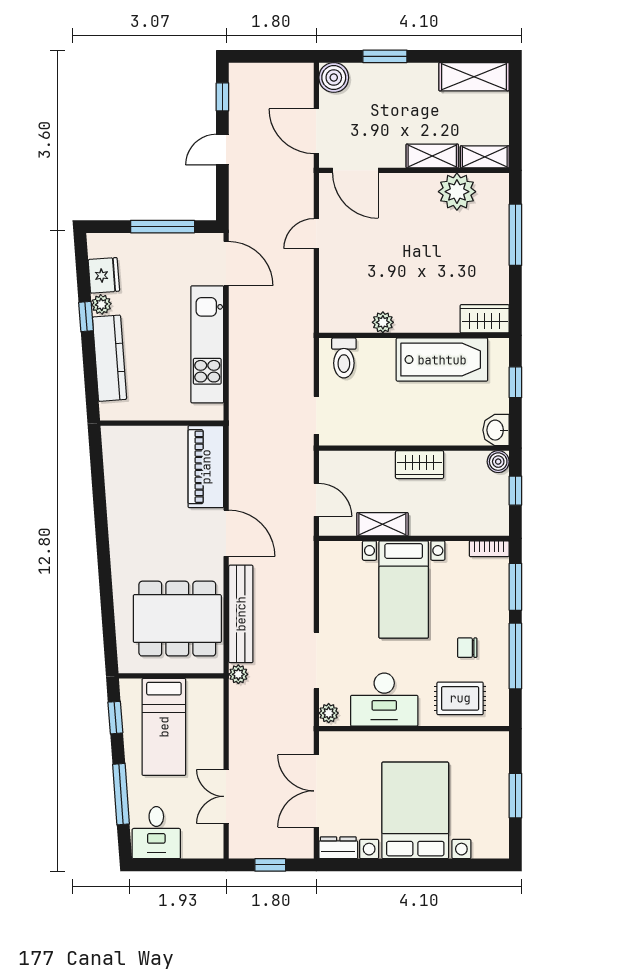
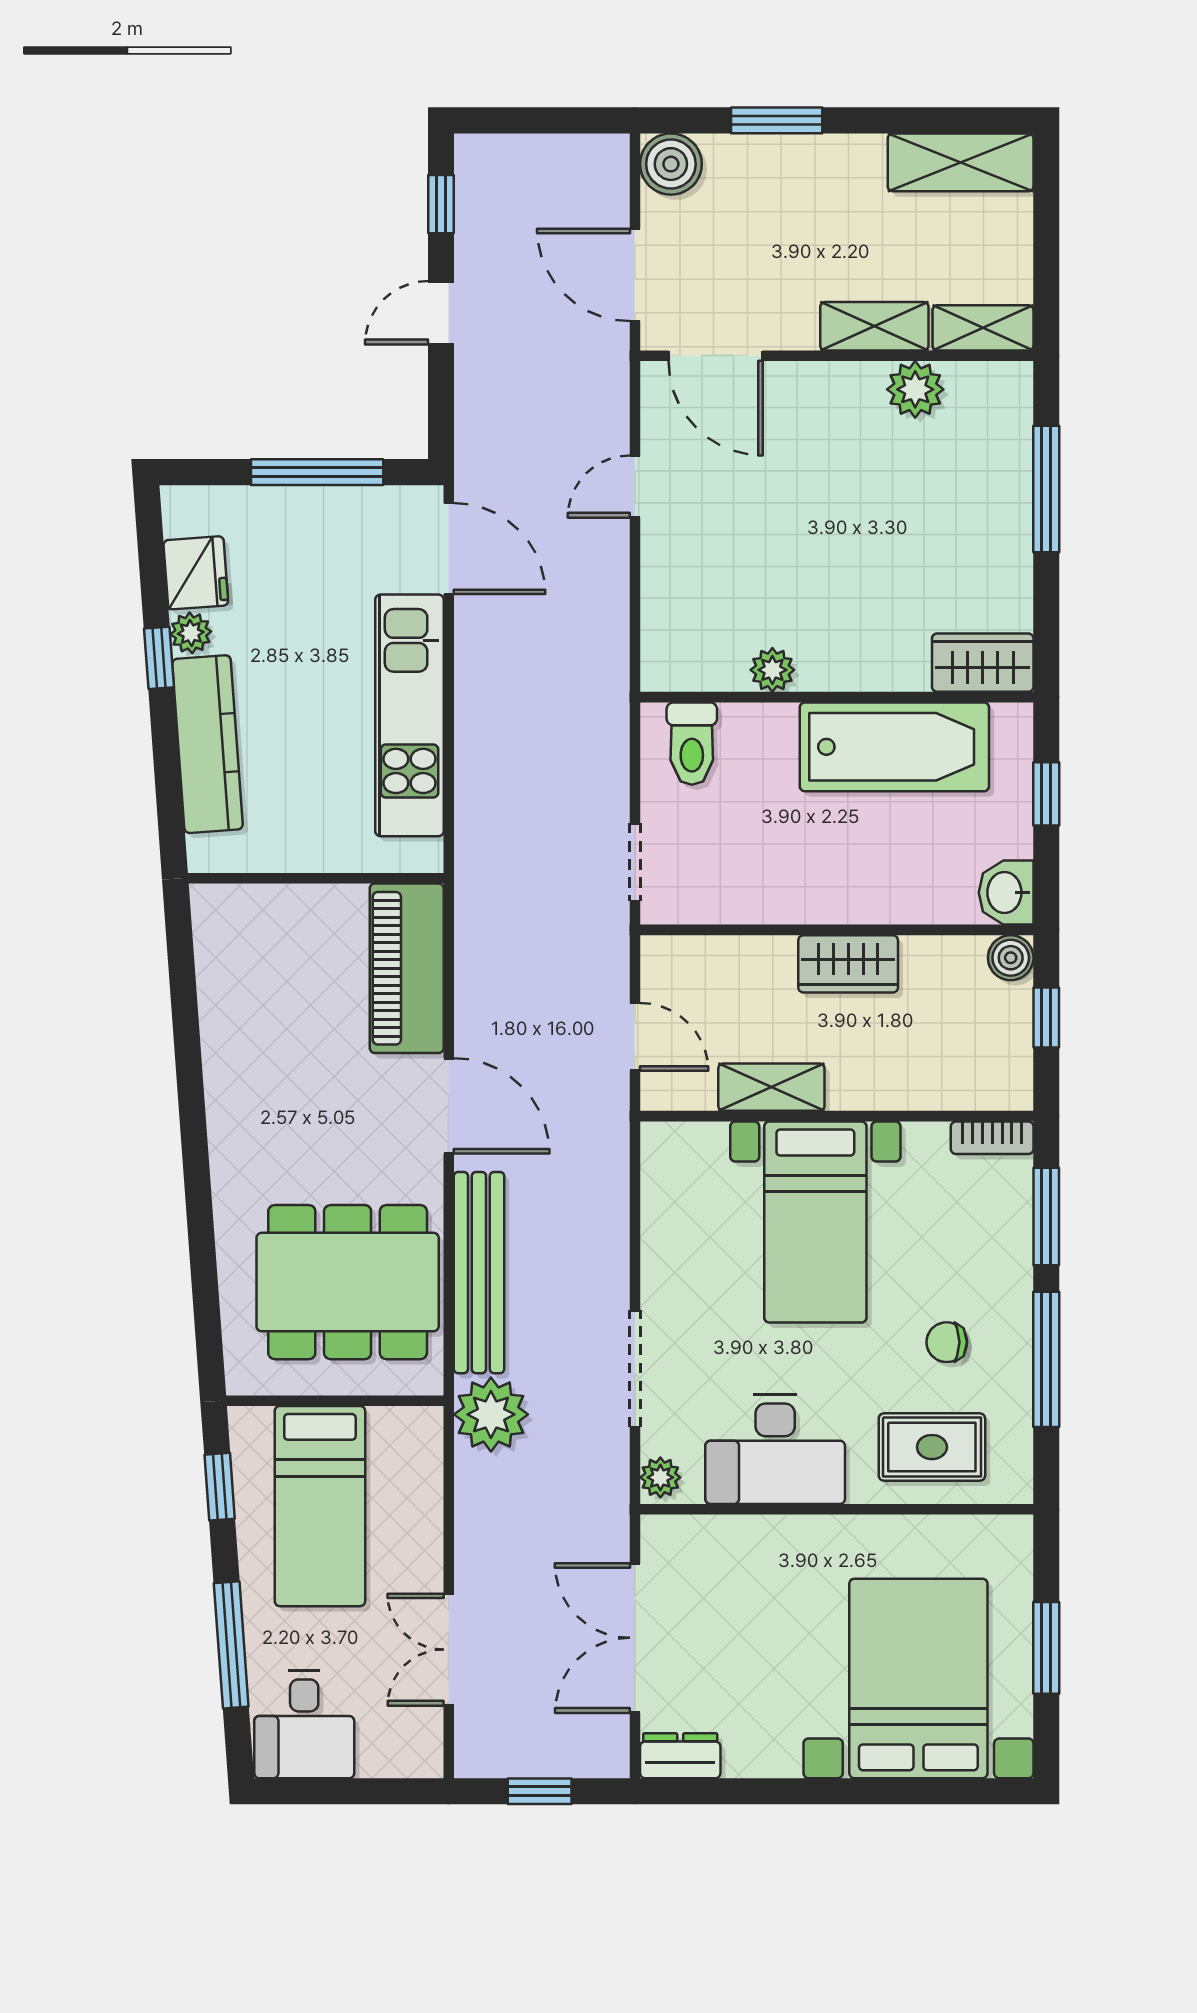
plant: (457, 192) -> (915, 389), width x0.73, depth x0.73
plant: (238, 674) -> (491, 1414), width x1.87, depth x1.87
bed with nightstands: (415, 810) -> (918, 1678), moved

